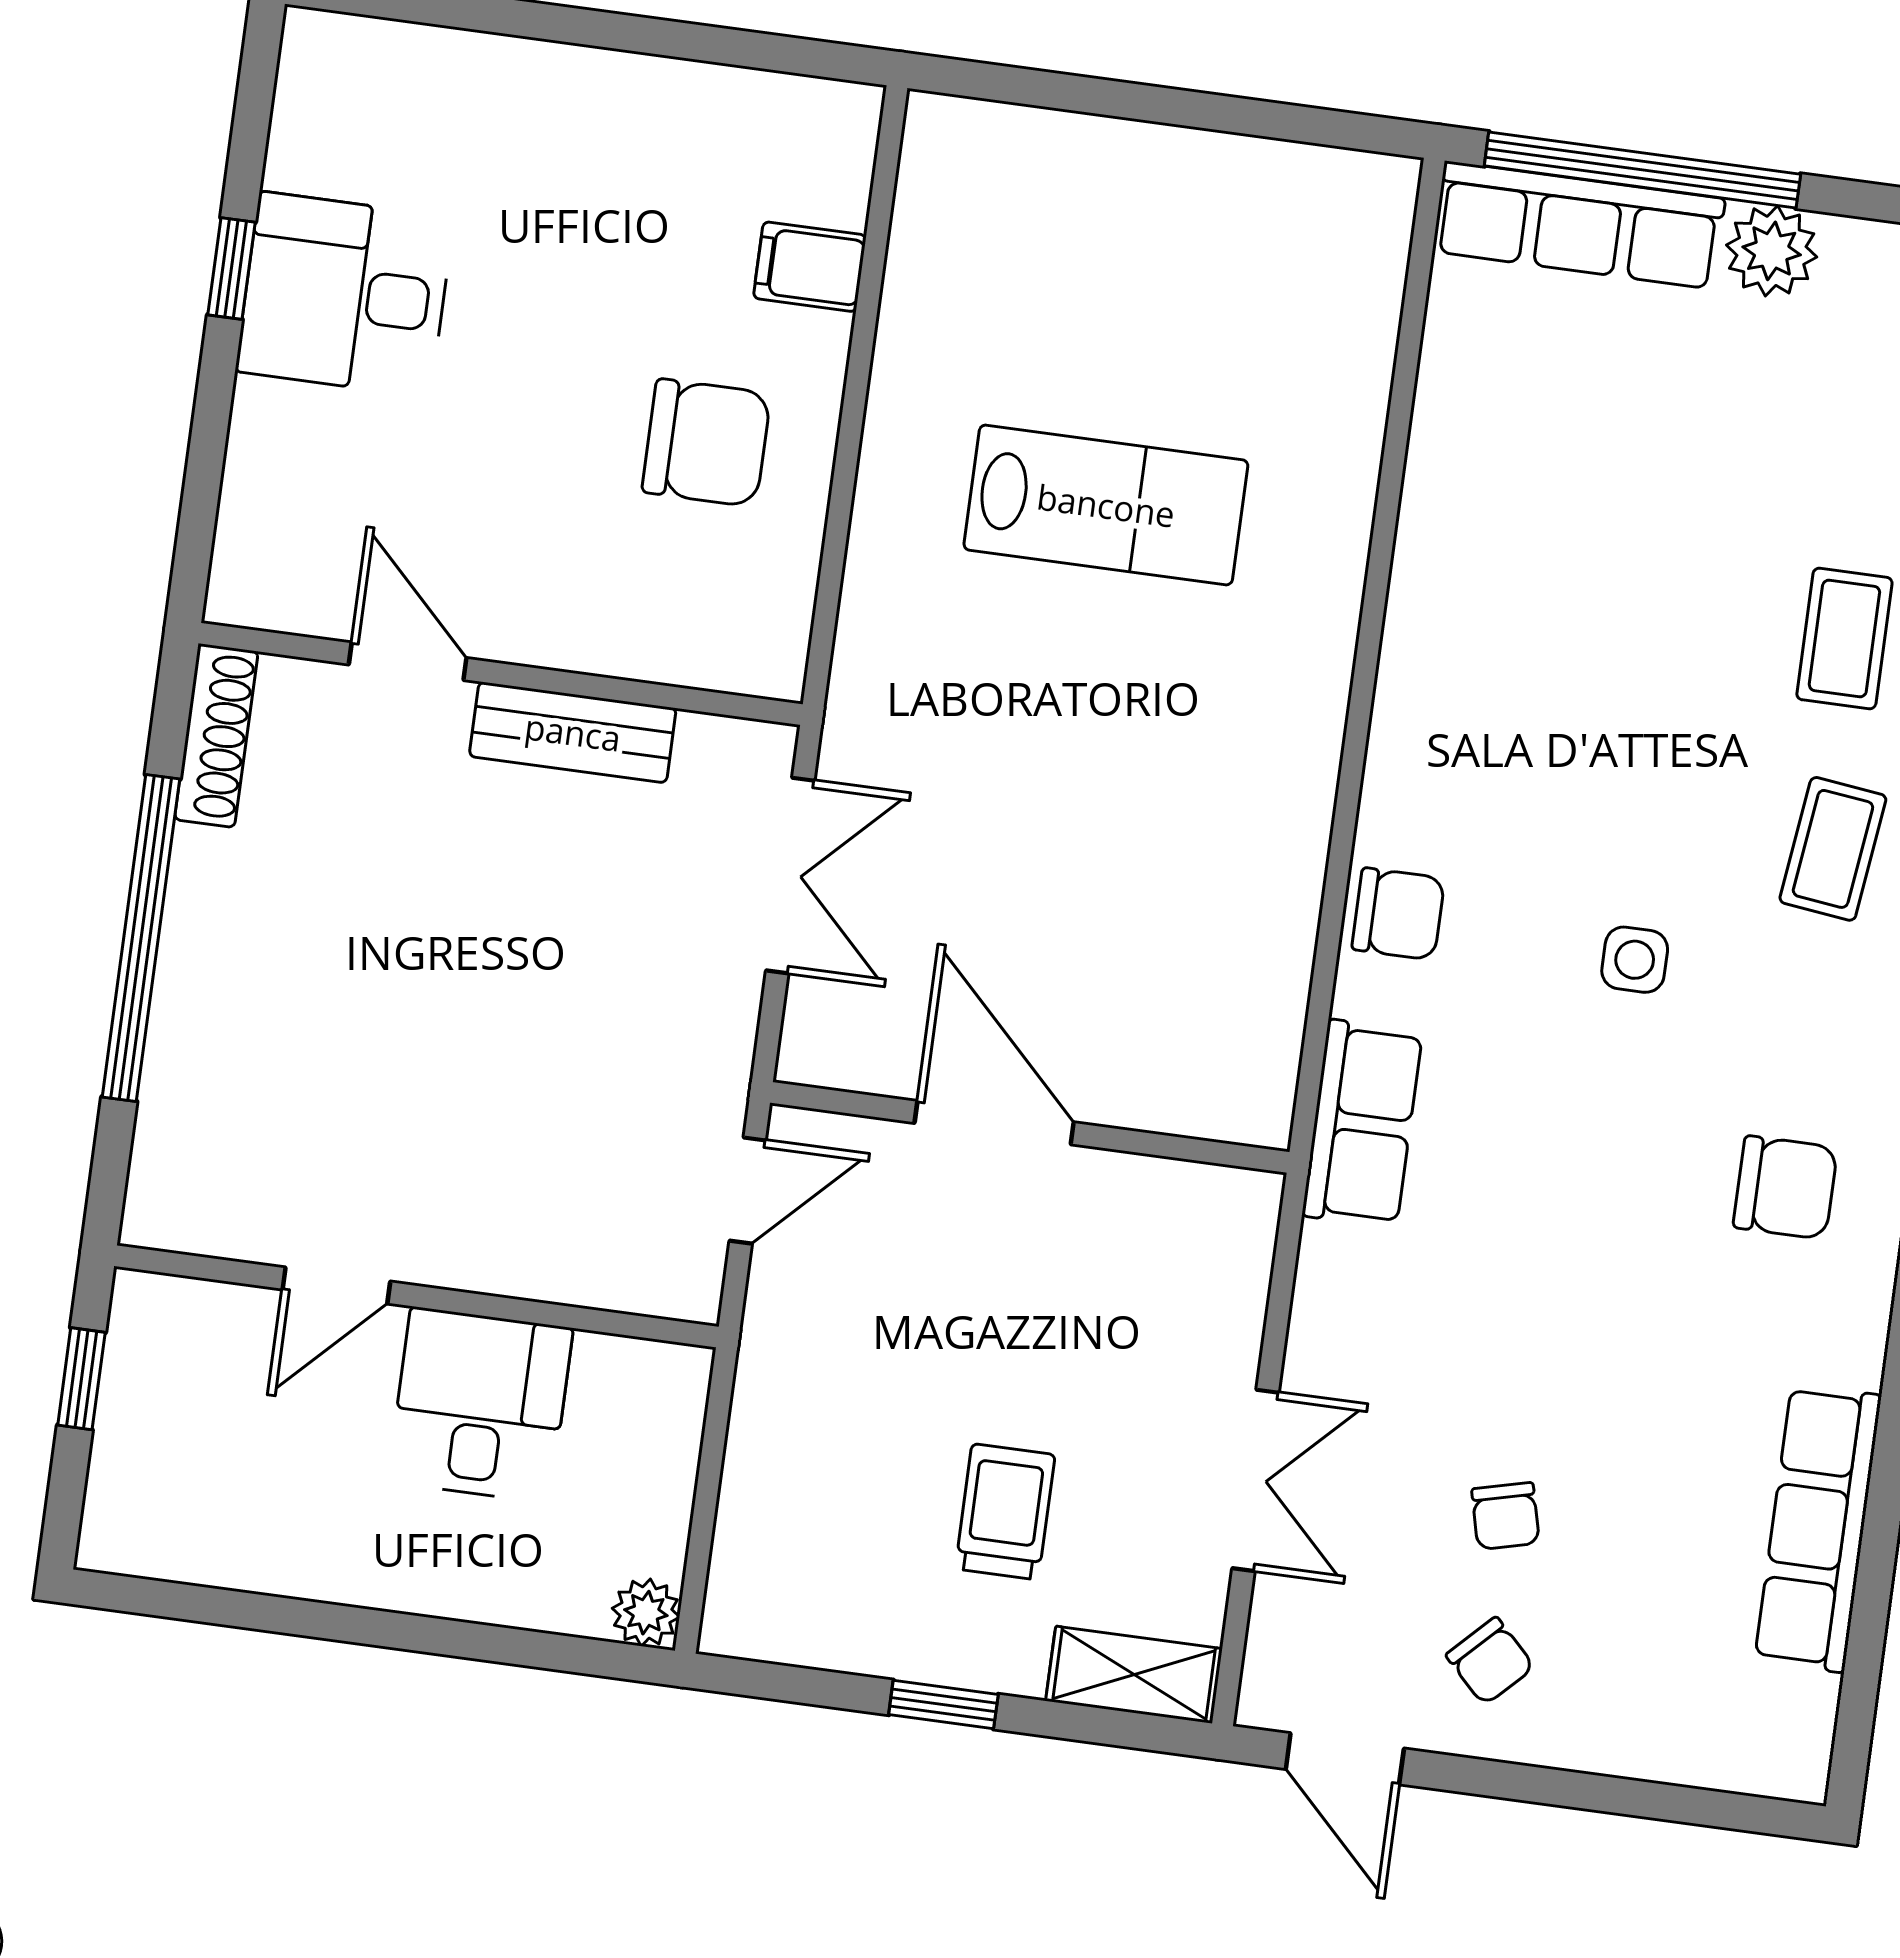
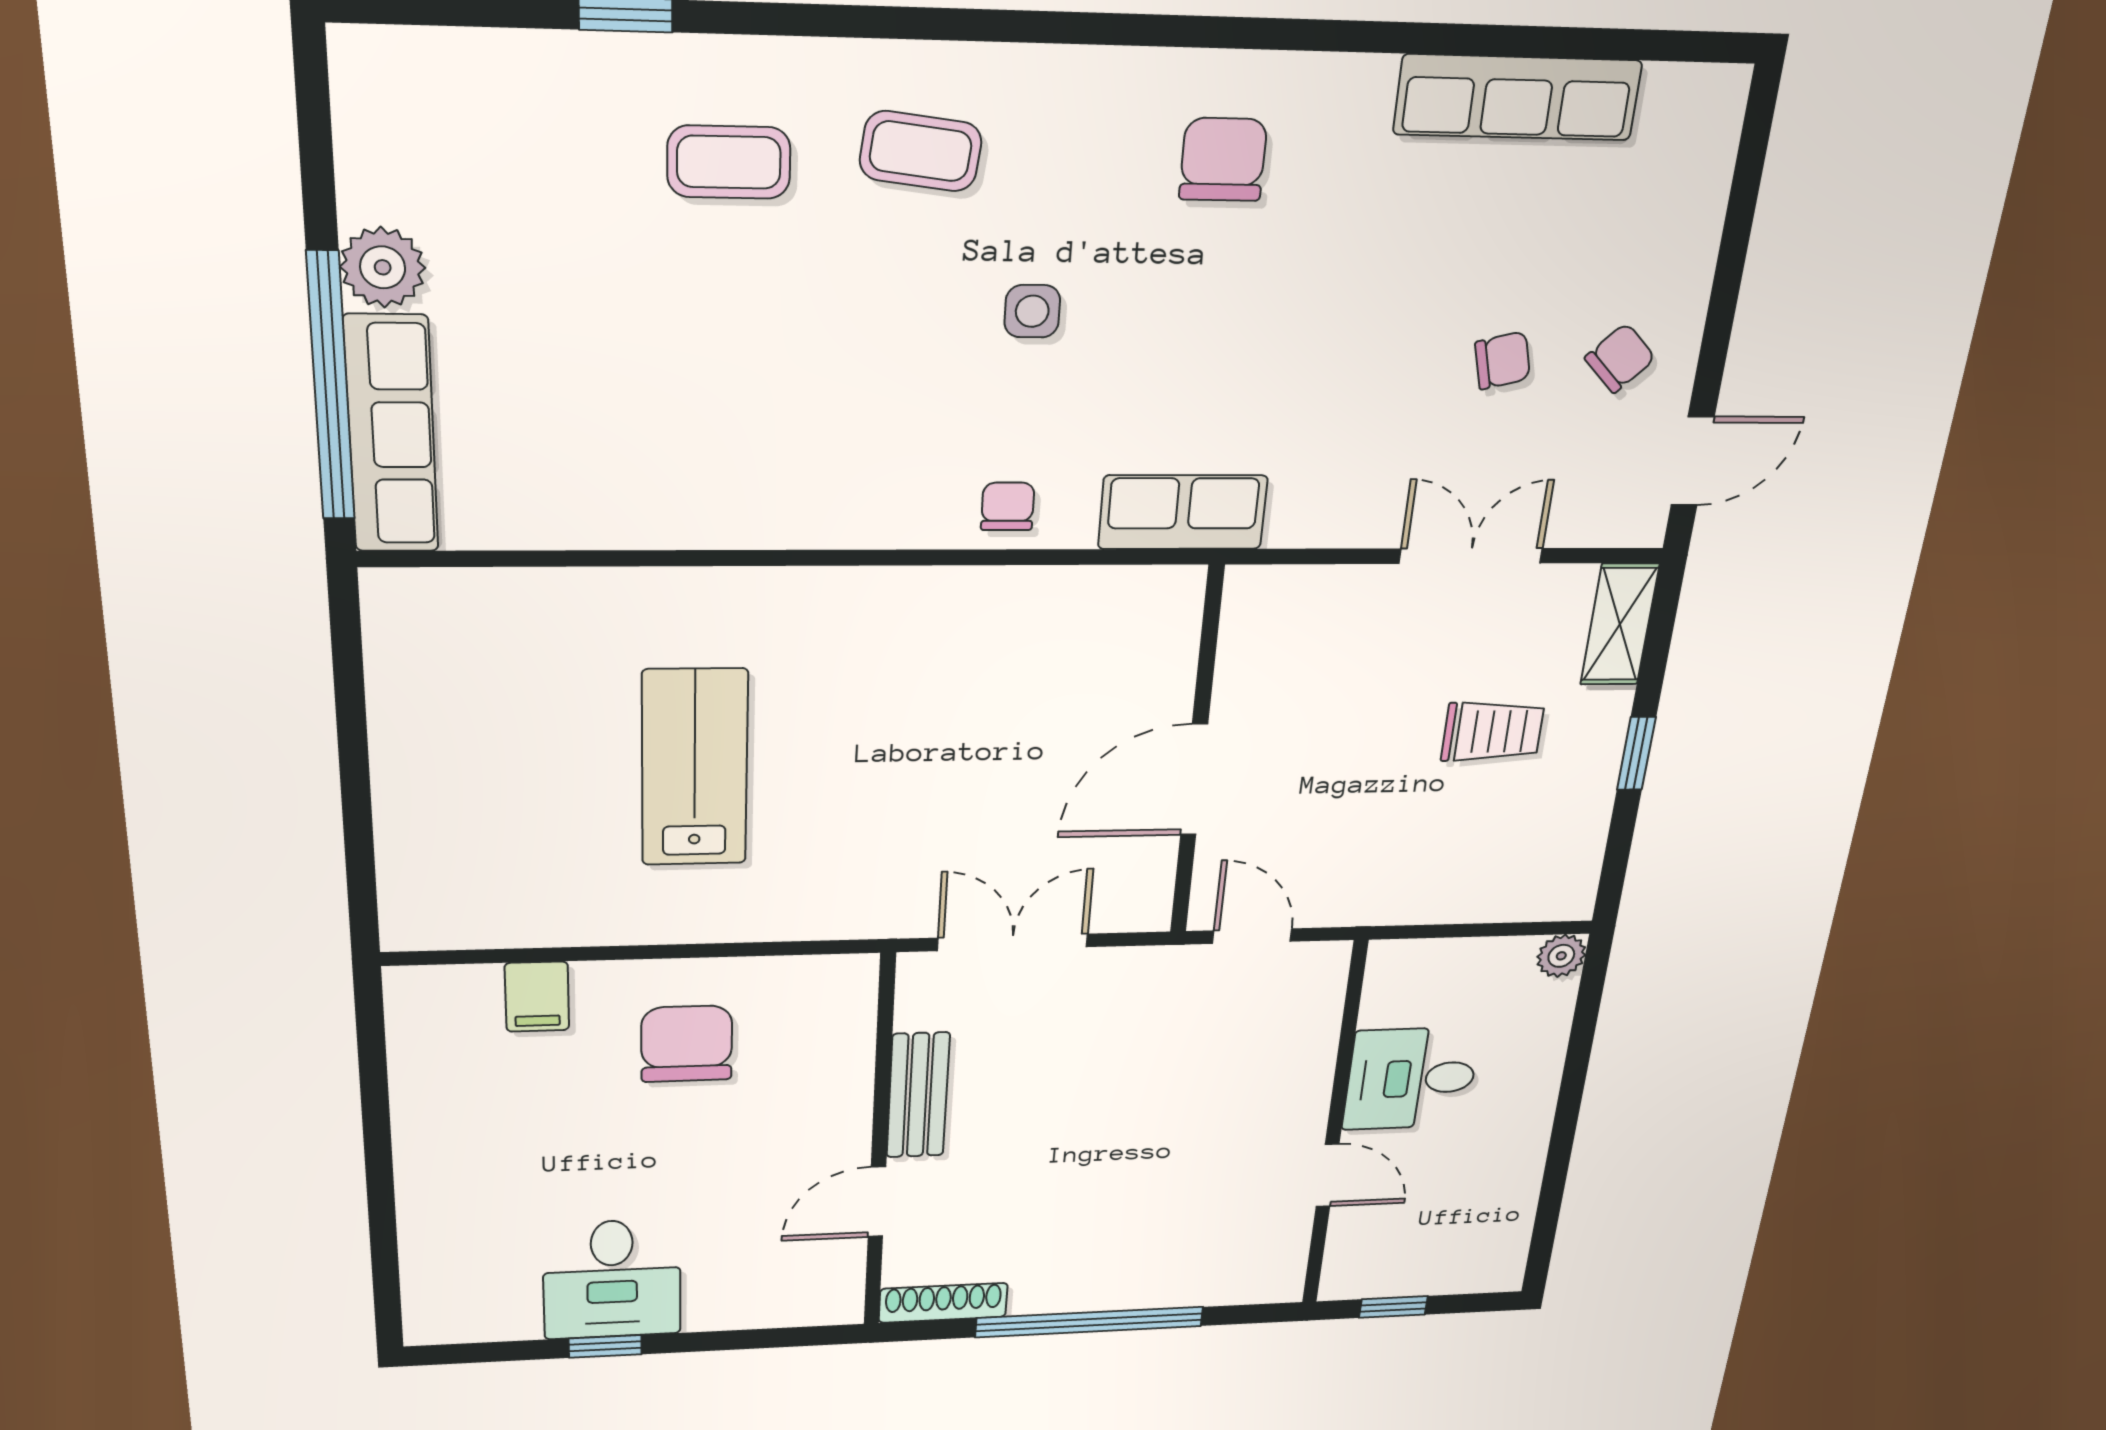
chair: (1398, 914) -> (1008, 506), width x0.73, depth x0.73
trolley: (1005, 1512) -> (1493, 731), turned 180

